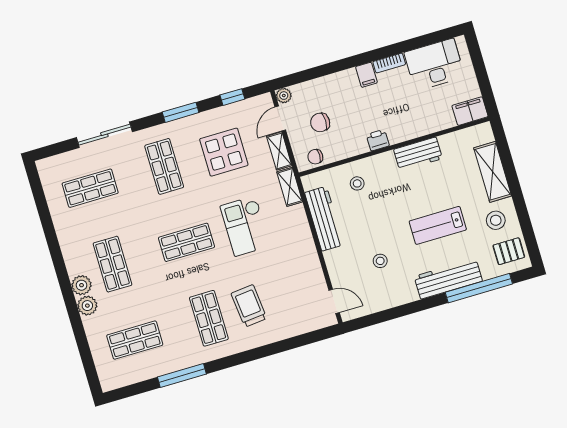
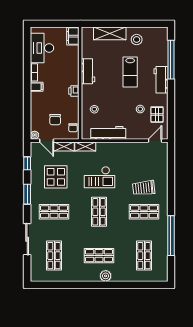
pallet: (509, 251) -> (157, 115), moved
workbench: (448, 279) -> (161, 80), width x0.73
plant: (87, 306) -> (118, 276), removed
window: (182, 375) -> (171, 236), width x1.46

